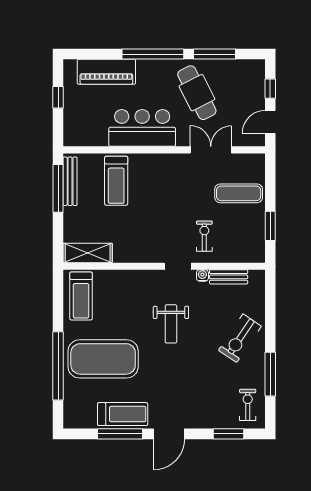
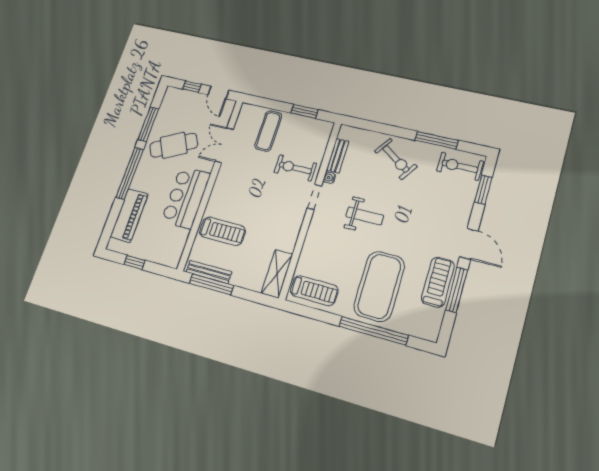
exercise bike: (204, 236) -> (295, 168), width x1.38, depth x1.39
exercise bike: (248, 405) -> (460, 166), width x1.38, depth x1.39

